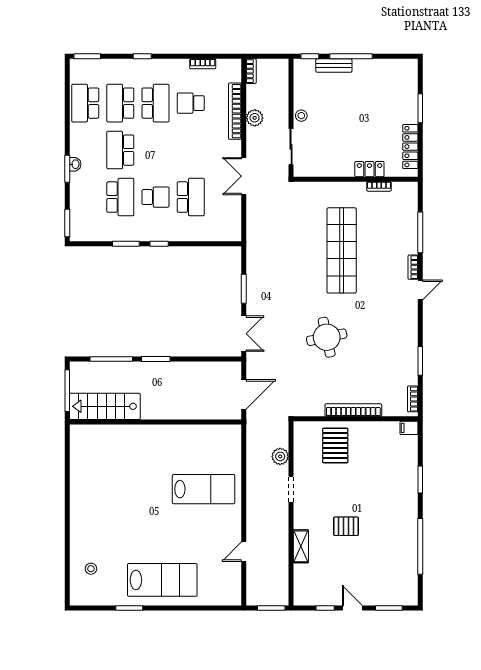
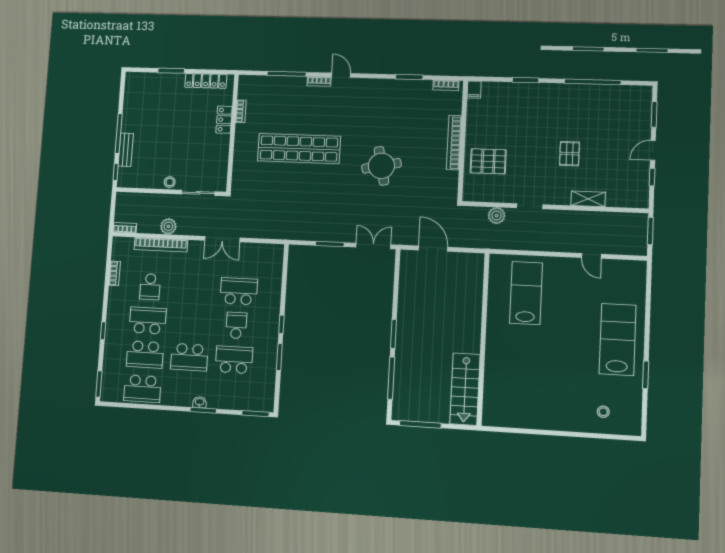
stairs: (105, 406) -> (465, 389), moved
wall: (156, 422) -> (483, 339), moved

